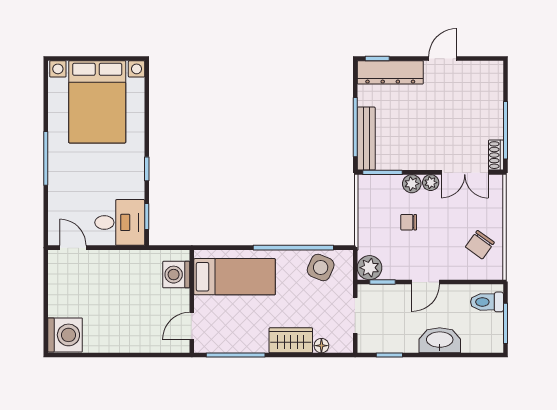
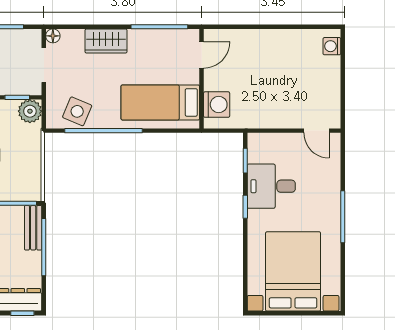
bench: (366, 139) -> (33, 228), width x0.73
desk: (120, 222) -> (271, 186), moved
washing machine: (65, 335) -> (332, 46), width x0.53, depth x0.53
floor lamp: (321, 346) -> (53, 36), moved

